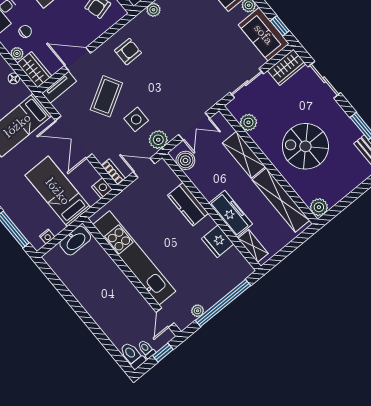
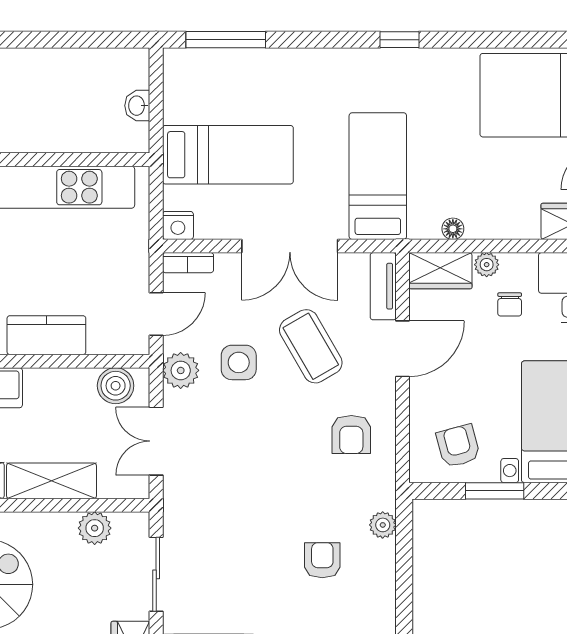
armchair: (187, 22) -> (322, 560), added
double door: (74, 137) -> (290, 246), swing flipped
nightstand: (47, 237) -> (173, 82), removed
washbasin: (75, 241) -> (137, 106), width x0.52, depth x0.69

